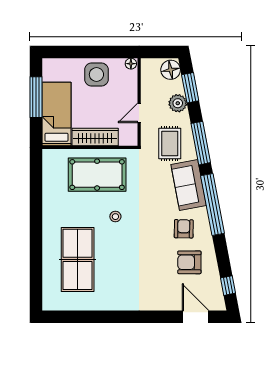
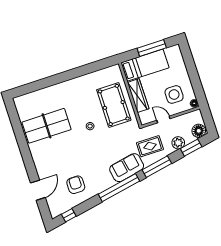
side table: (96, 75) -> (174, 95), moved
armchair: (184, 229) -> (97, 174), removed
table tennis table: (78, 259) -> (47, 126), moved
door: (196, 317) -> (38, 190), moved

